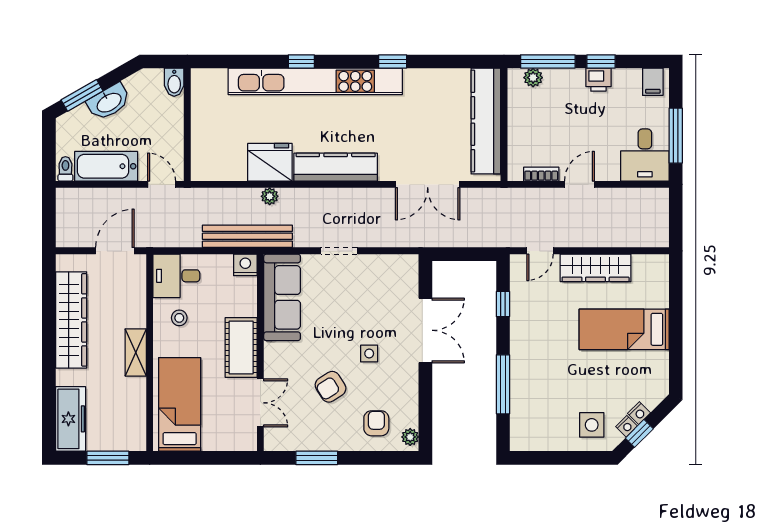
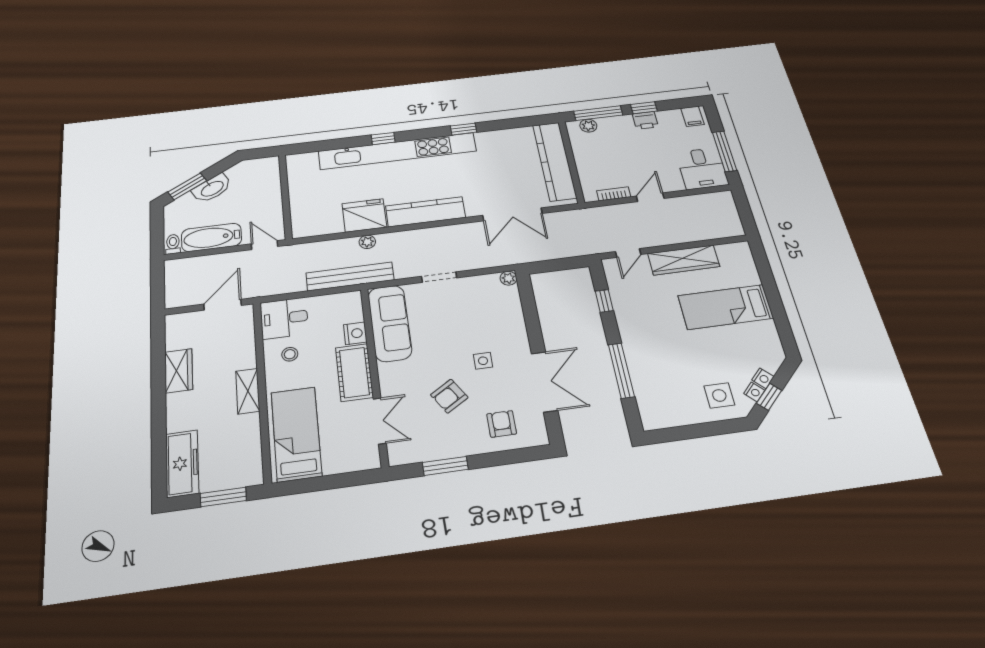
bidet: (174, 82) -> (271, 167), removed
nightstand: (245, 265) -> (355, 333), moved, turned 90
wardrobe: (71, 320) -> (179, 371), width x0.48, depth x0.85
double door: (425, 330) -> (544, 382), moved
plant: (410, 437) -> (508, 278), moved

